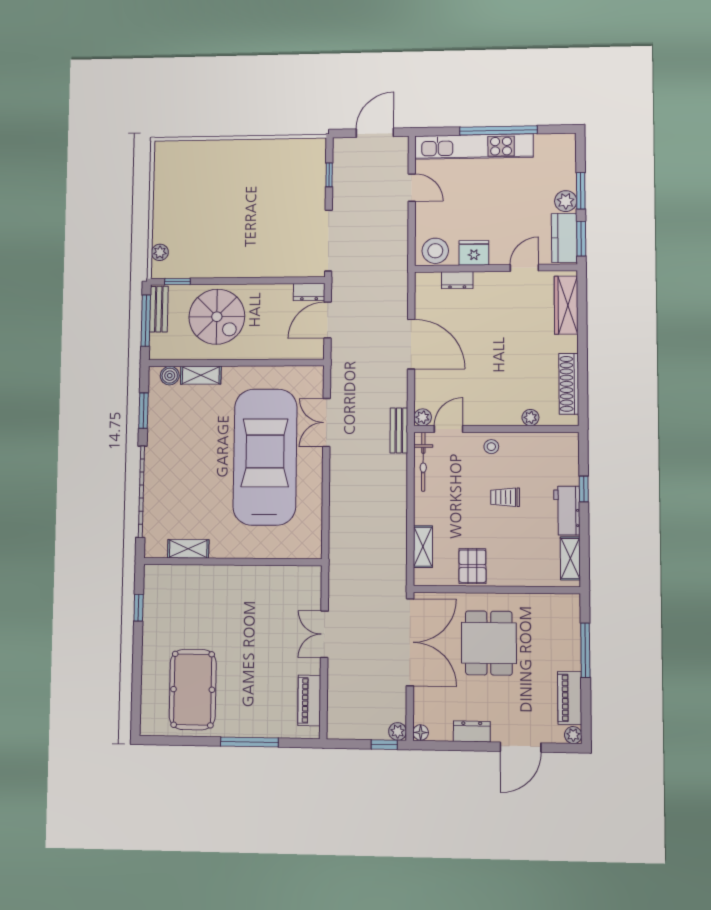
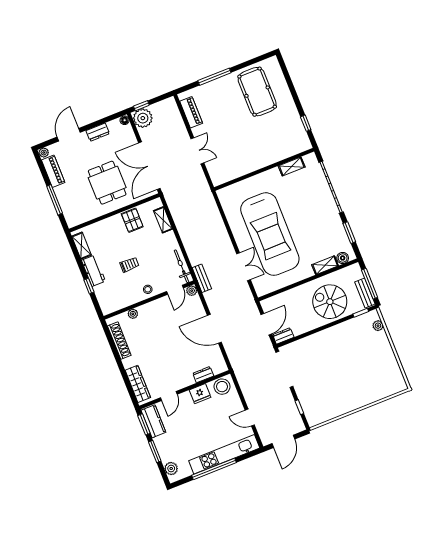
plant: (566, 201) -> (171, 468), moved
plant: (398, 731) -> (143, 118), width x1.88, depth x1.88

